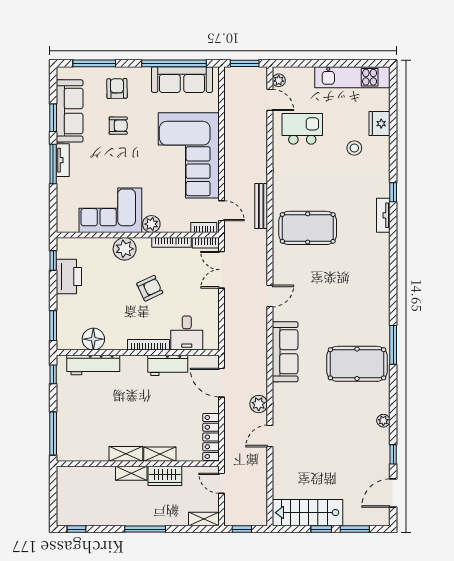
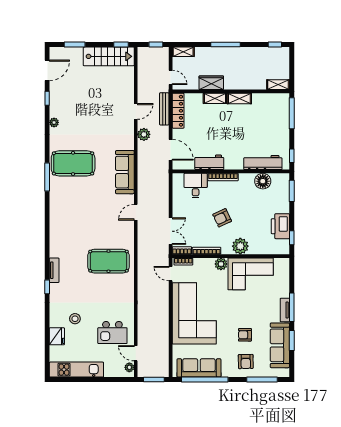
bench: (261, 206) -> (164, 109), moved
shelving: (131, 473) -> (278, 85), moved
window: (321, 529) -> (121, 44), moved

